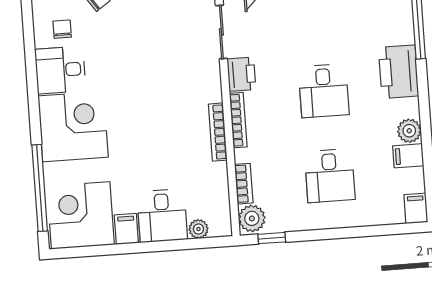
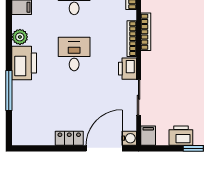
plant: (409, 131) -> (20, 37), moved

